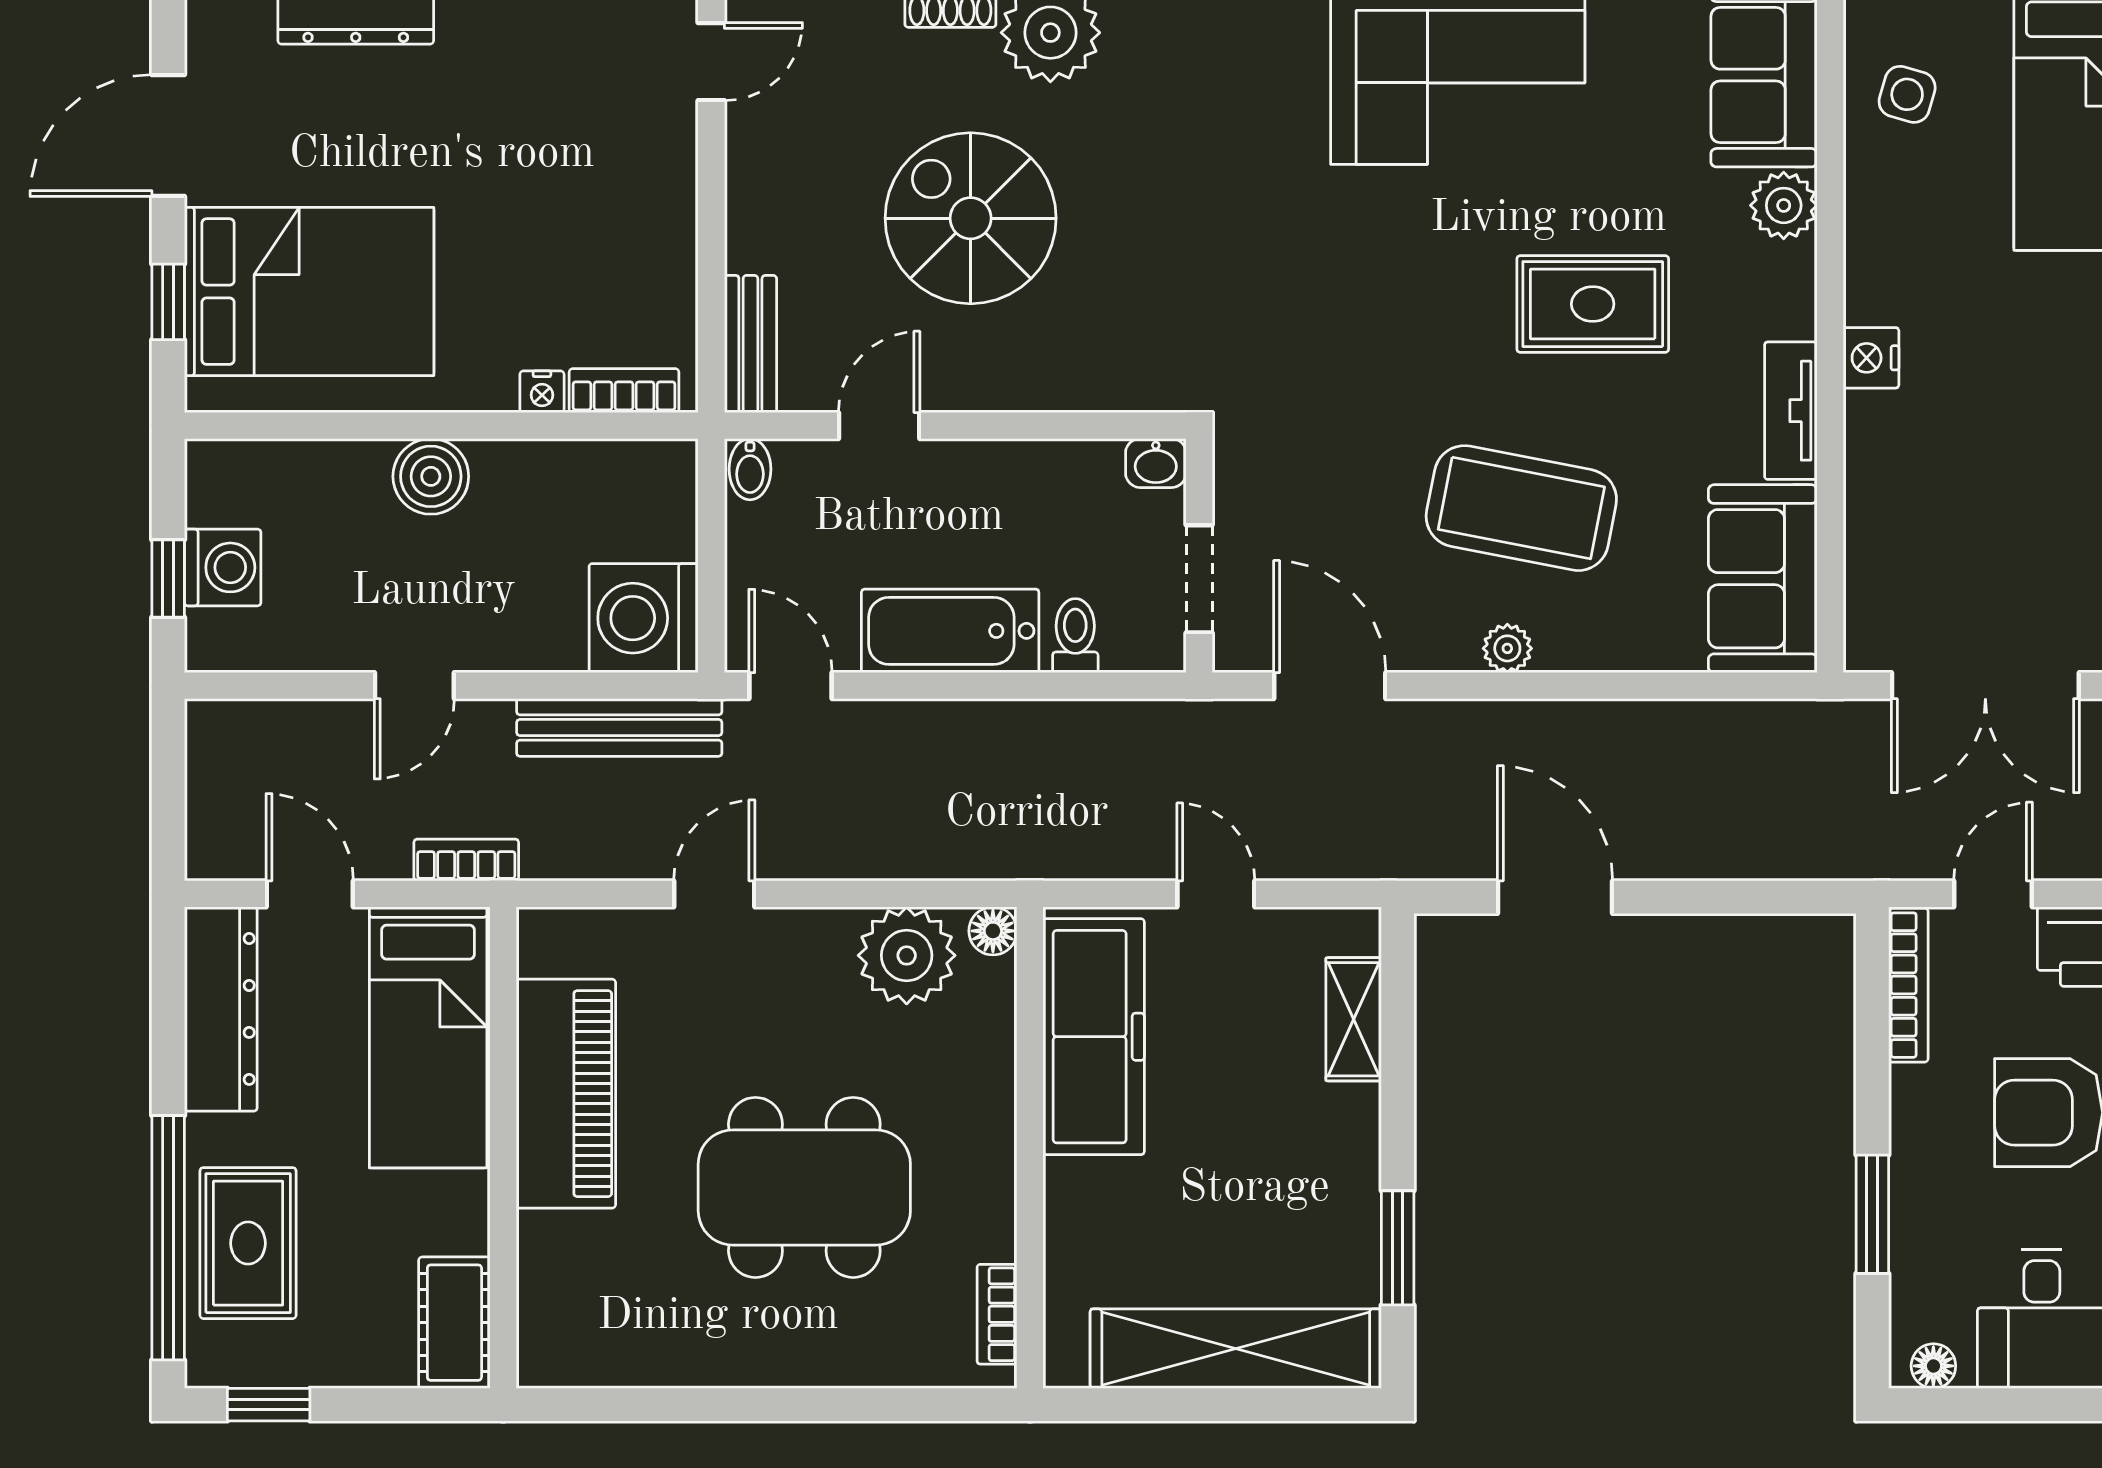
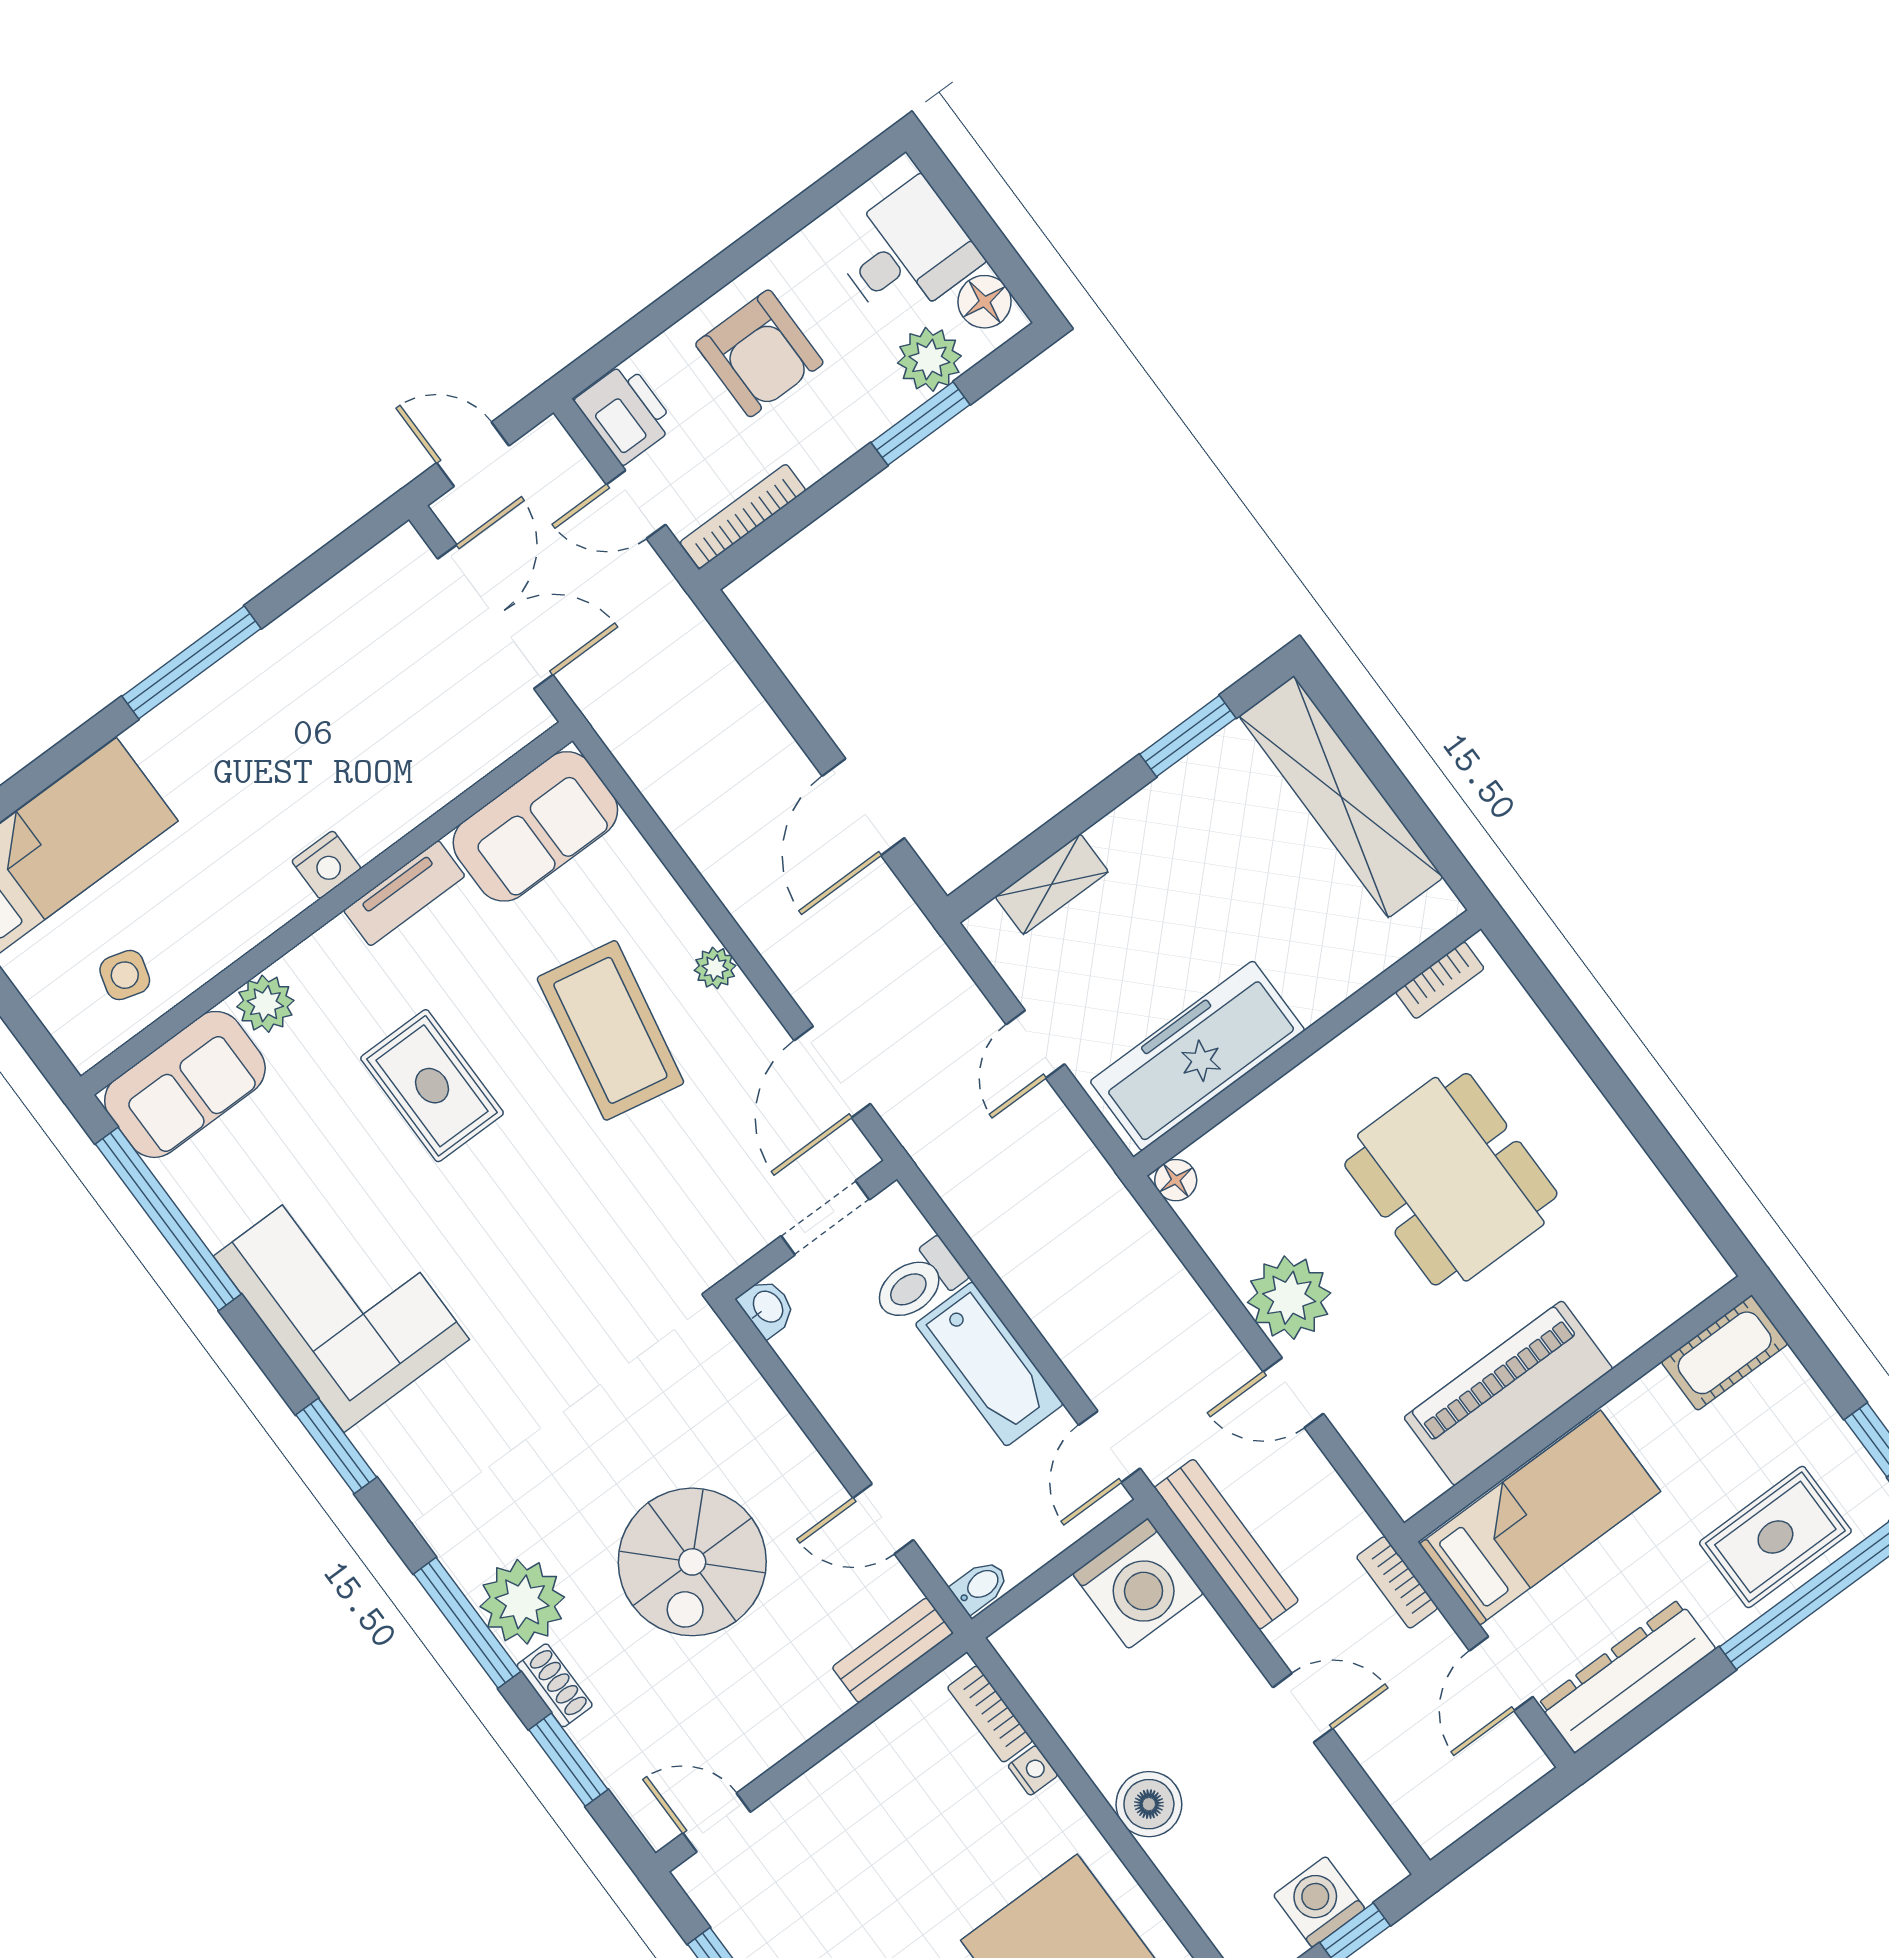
toilet: (1075, 636) -> (918, 1282), width x1.37, depth x1.39
plant: (907, 955) -> (1289, 1298), moved
plant: (1926, 1267) -> (929, 359), added
floor lamp: (1933, 1366) -> (985, 302), width x1.37, depth x1.37

